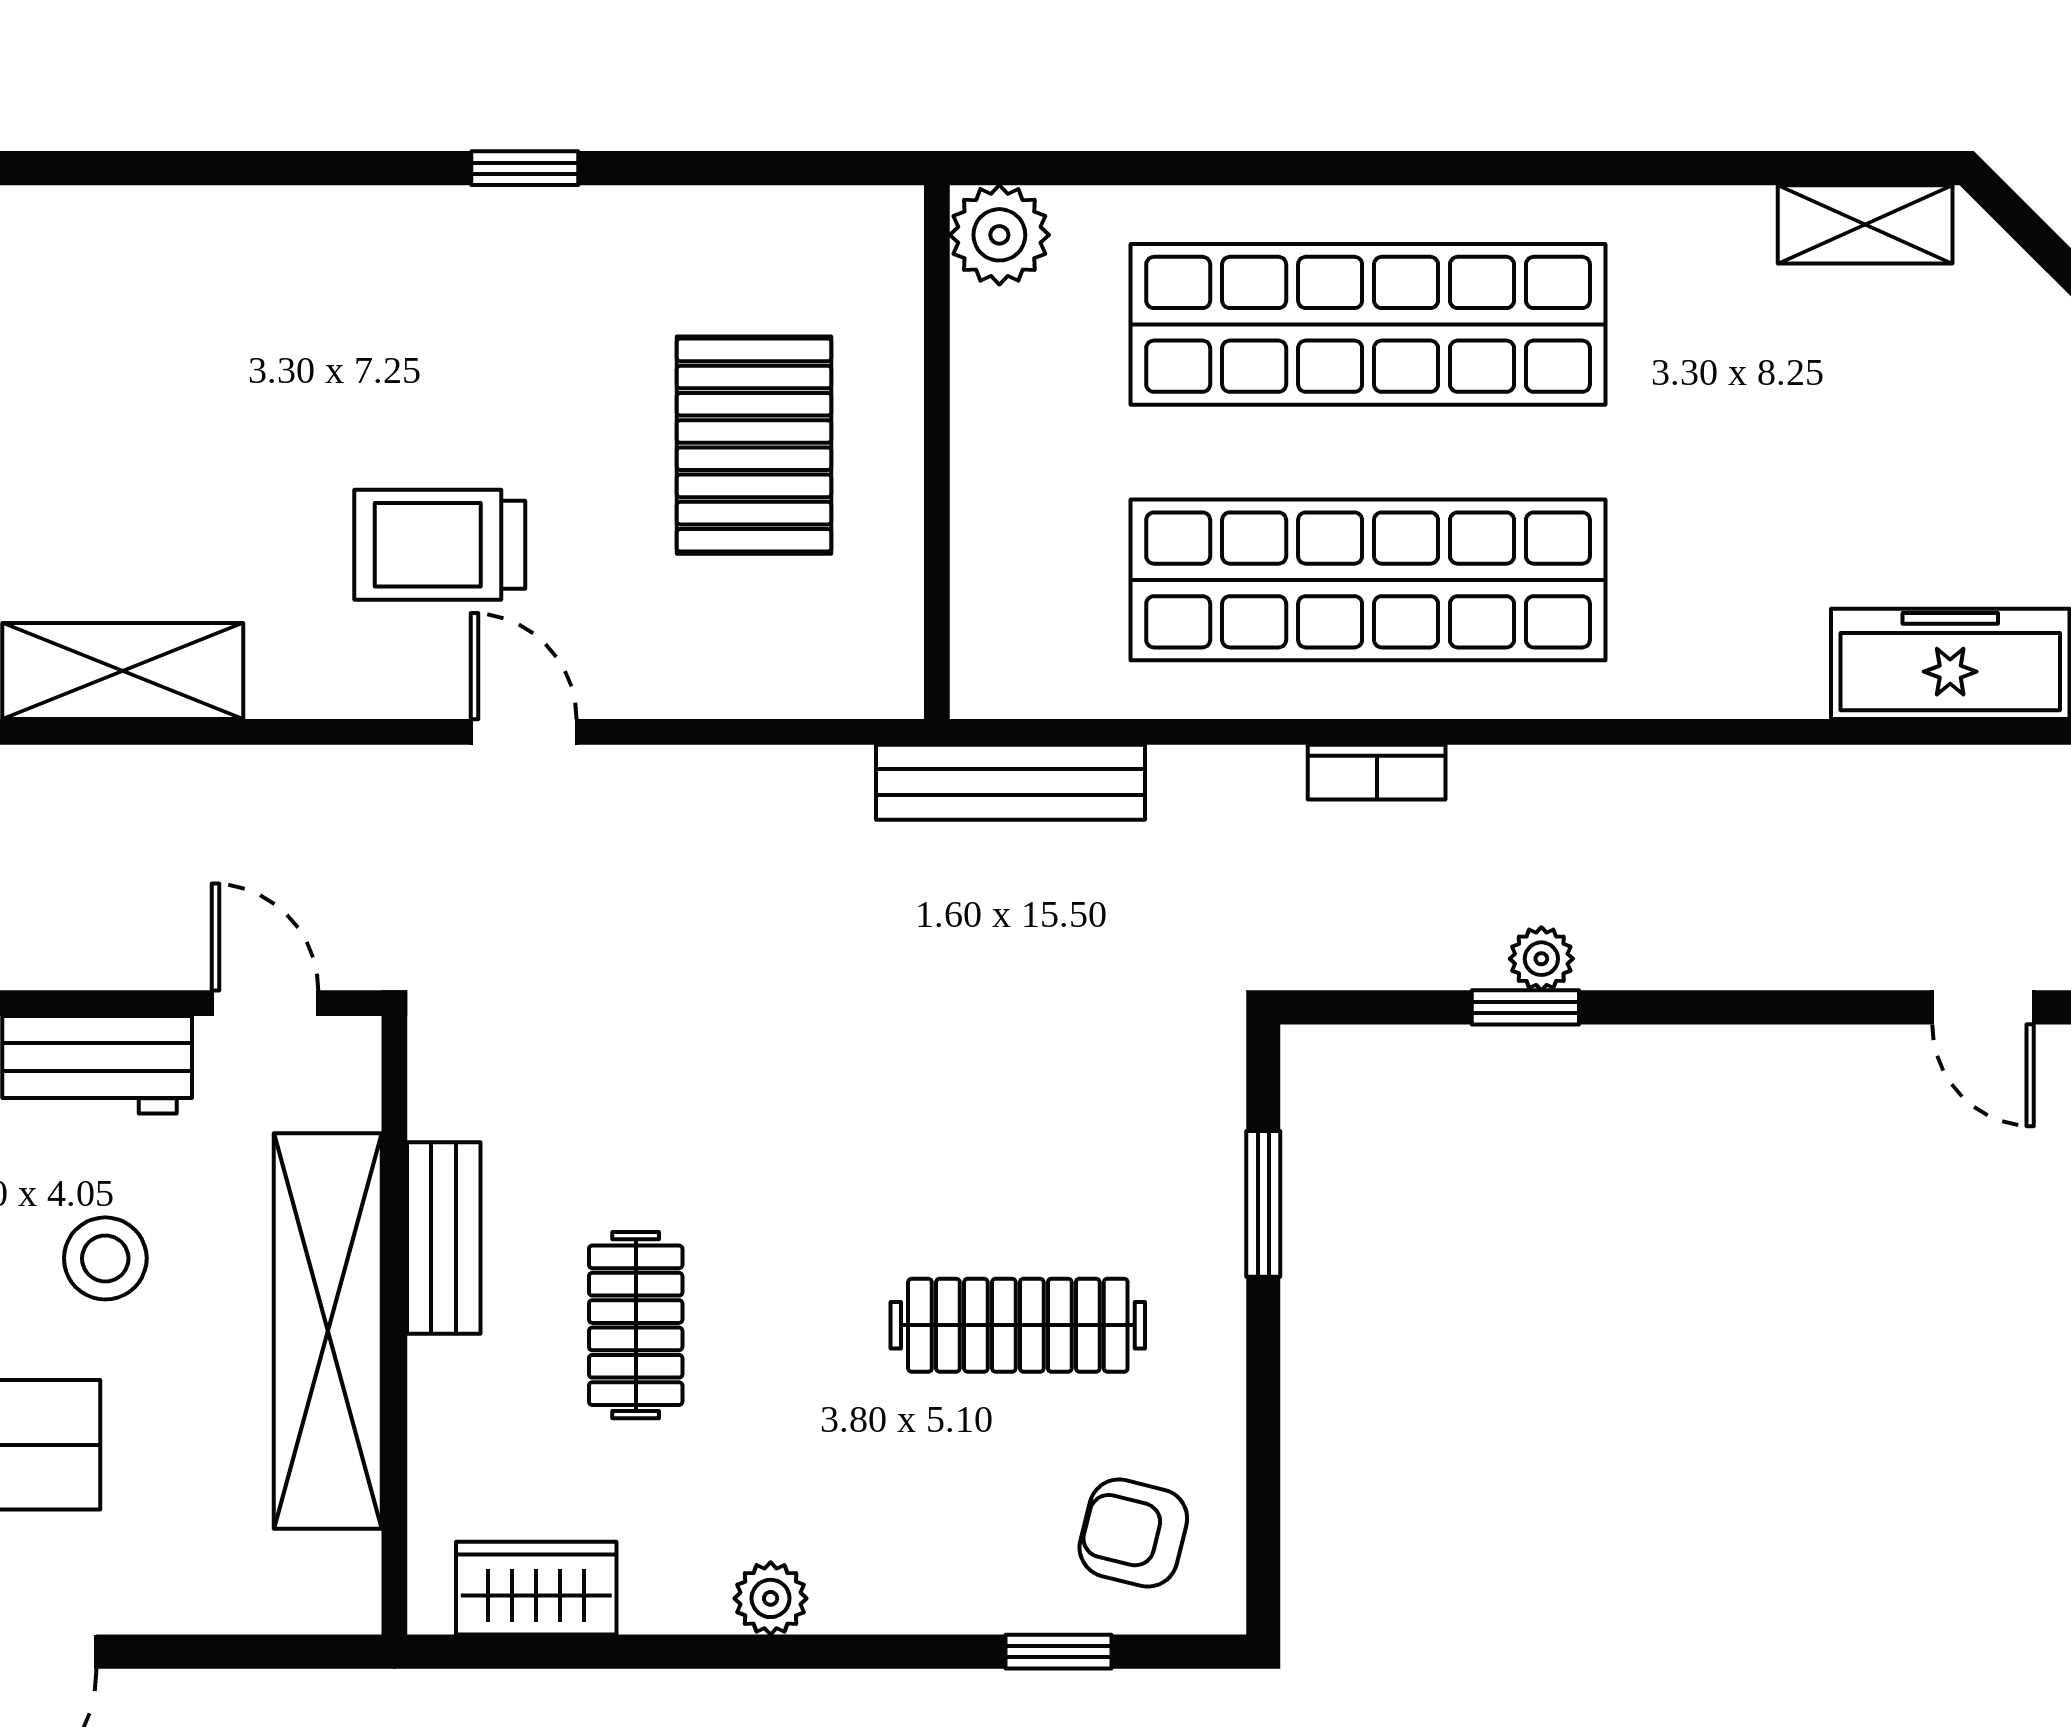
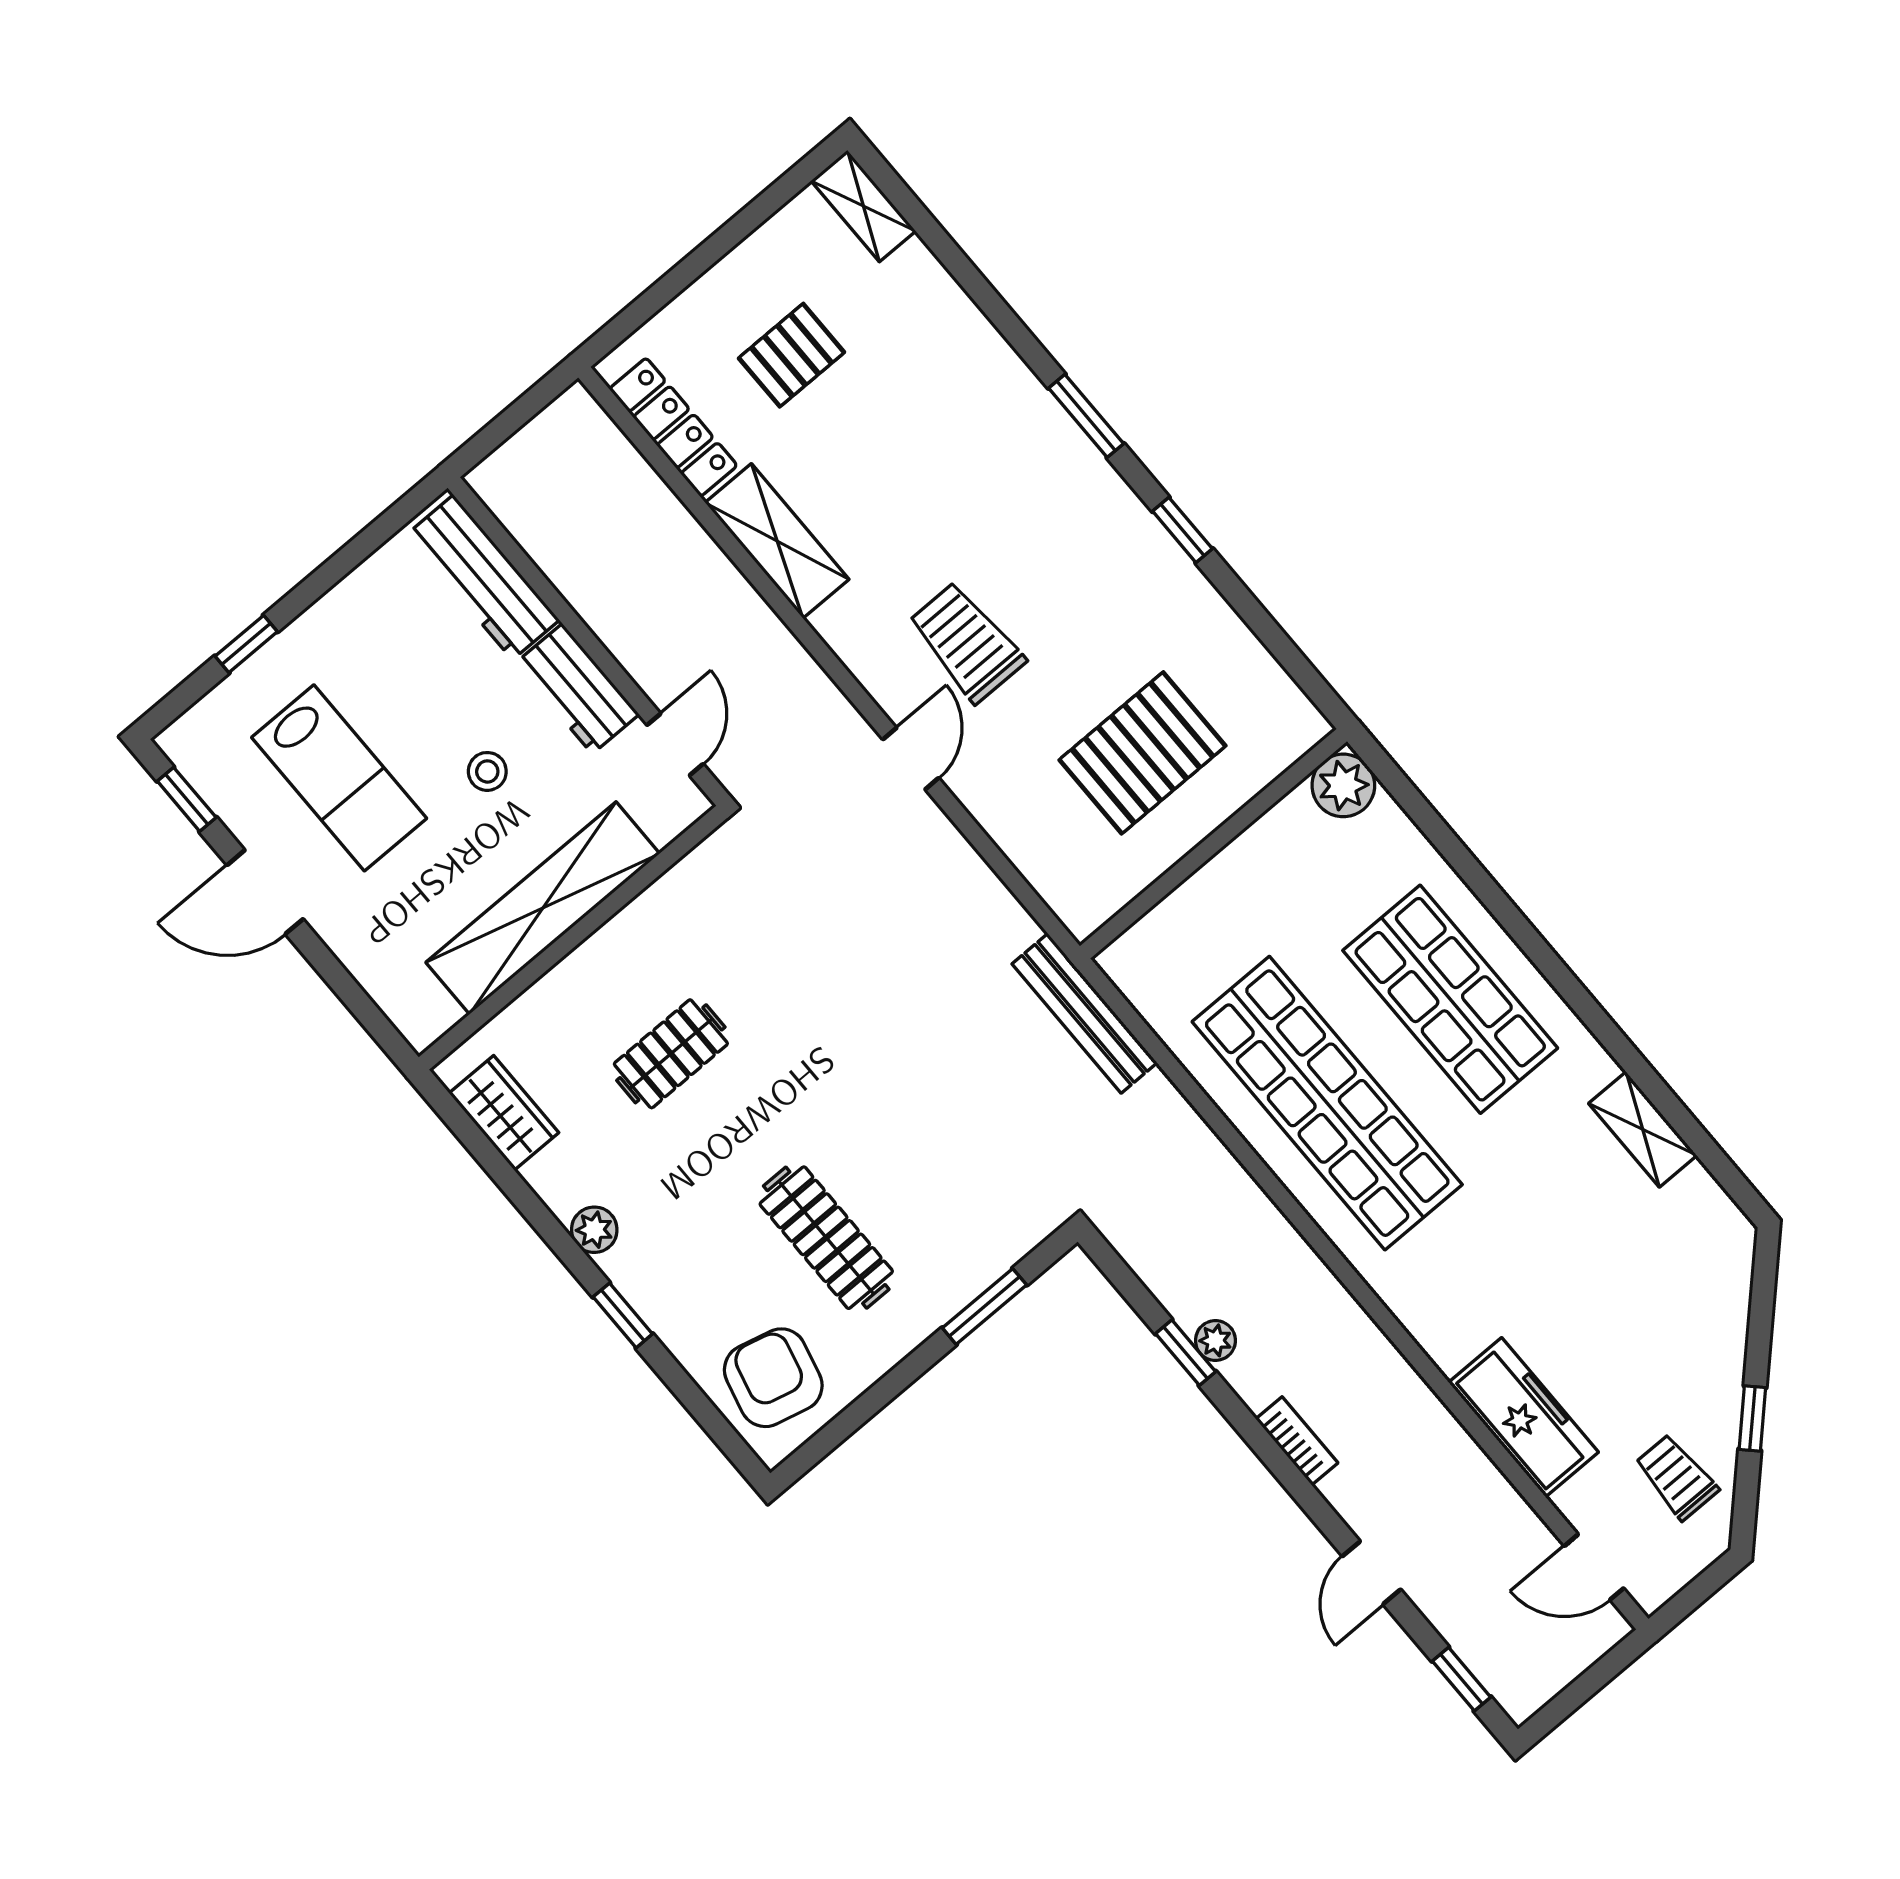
window: (288, 168) -> (1086, 416), added
shelving: (1865, 224) -> (1643, 1129), moved
shop shelf: (1368, 324) -> (1450, 999), width x0.71
bookcase: (1377, 772) -> (1297, 1441), moved, turned 180
bench: (444, 1238) -> (635, 926), removed
stool: (105, 1258) -> (487, 771), width x0.73, depth x0.73
armchair: (1133, 1533) -> (773, 1378), width x1.38, depth x1.38
window: (1059, 1652) -> (623, 1315), moved

